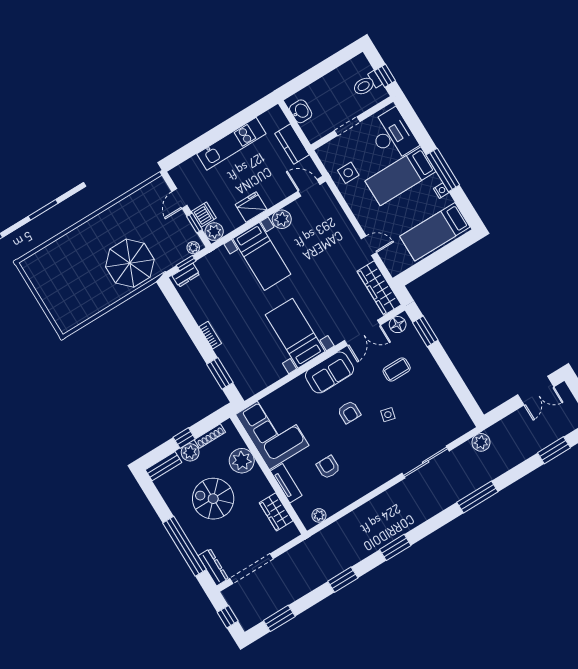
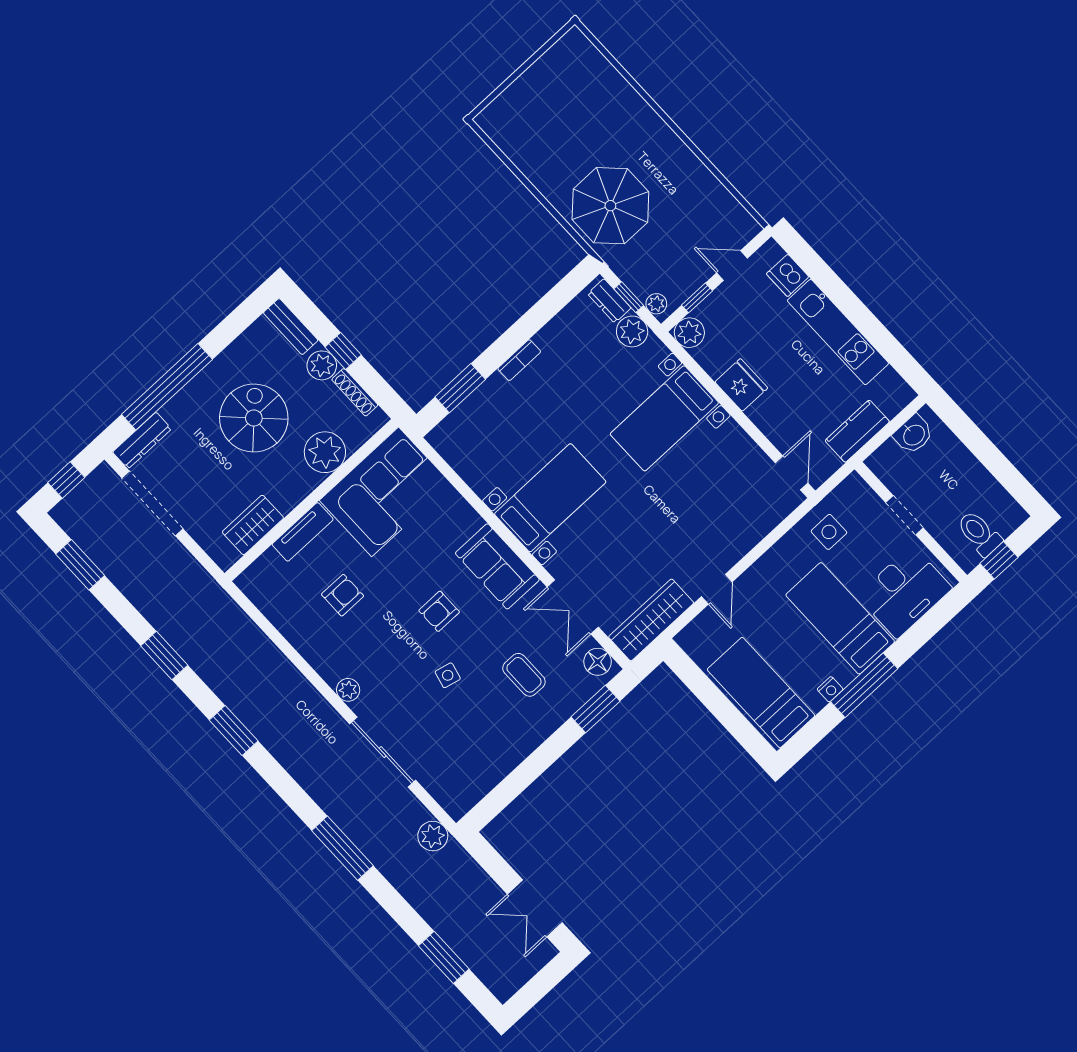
dishwasher: (204, 215) -> (788, 275), moved, turned 90
plant: (282, 219) -> (632, 331), moved
plant: (319, 515) -> (348, 690), moved

